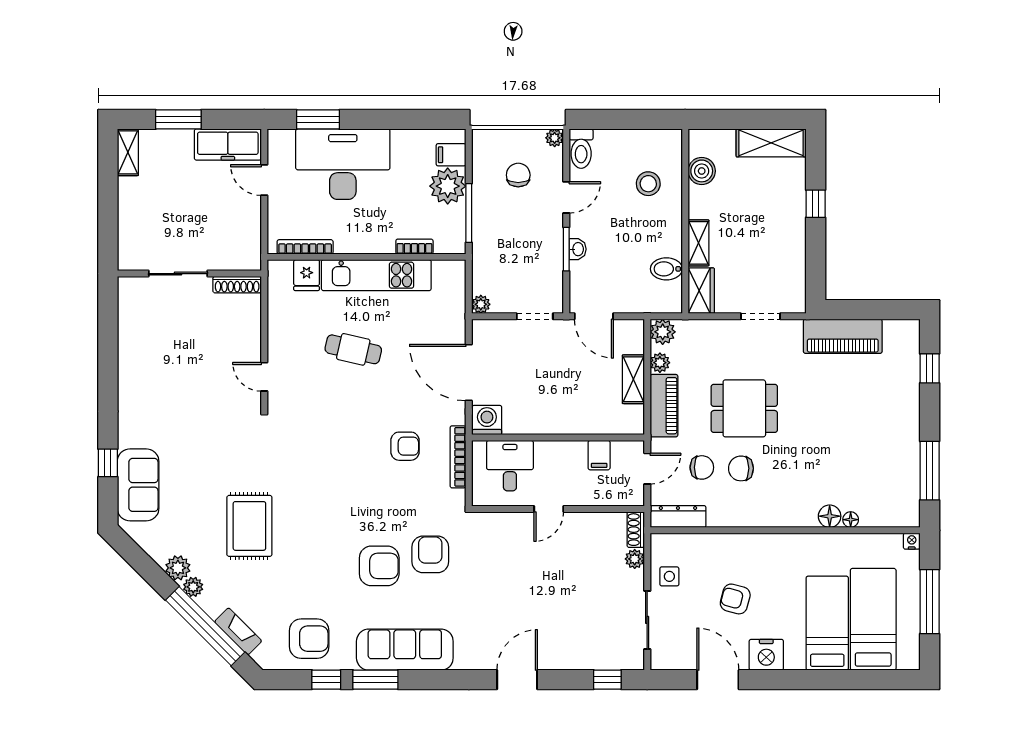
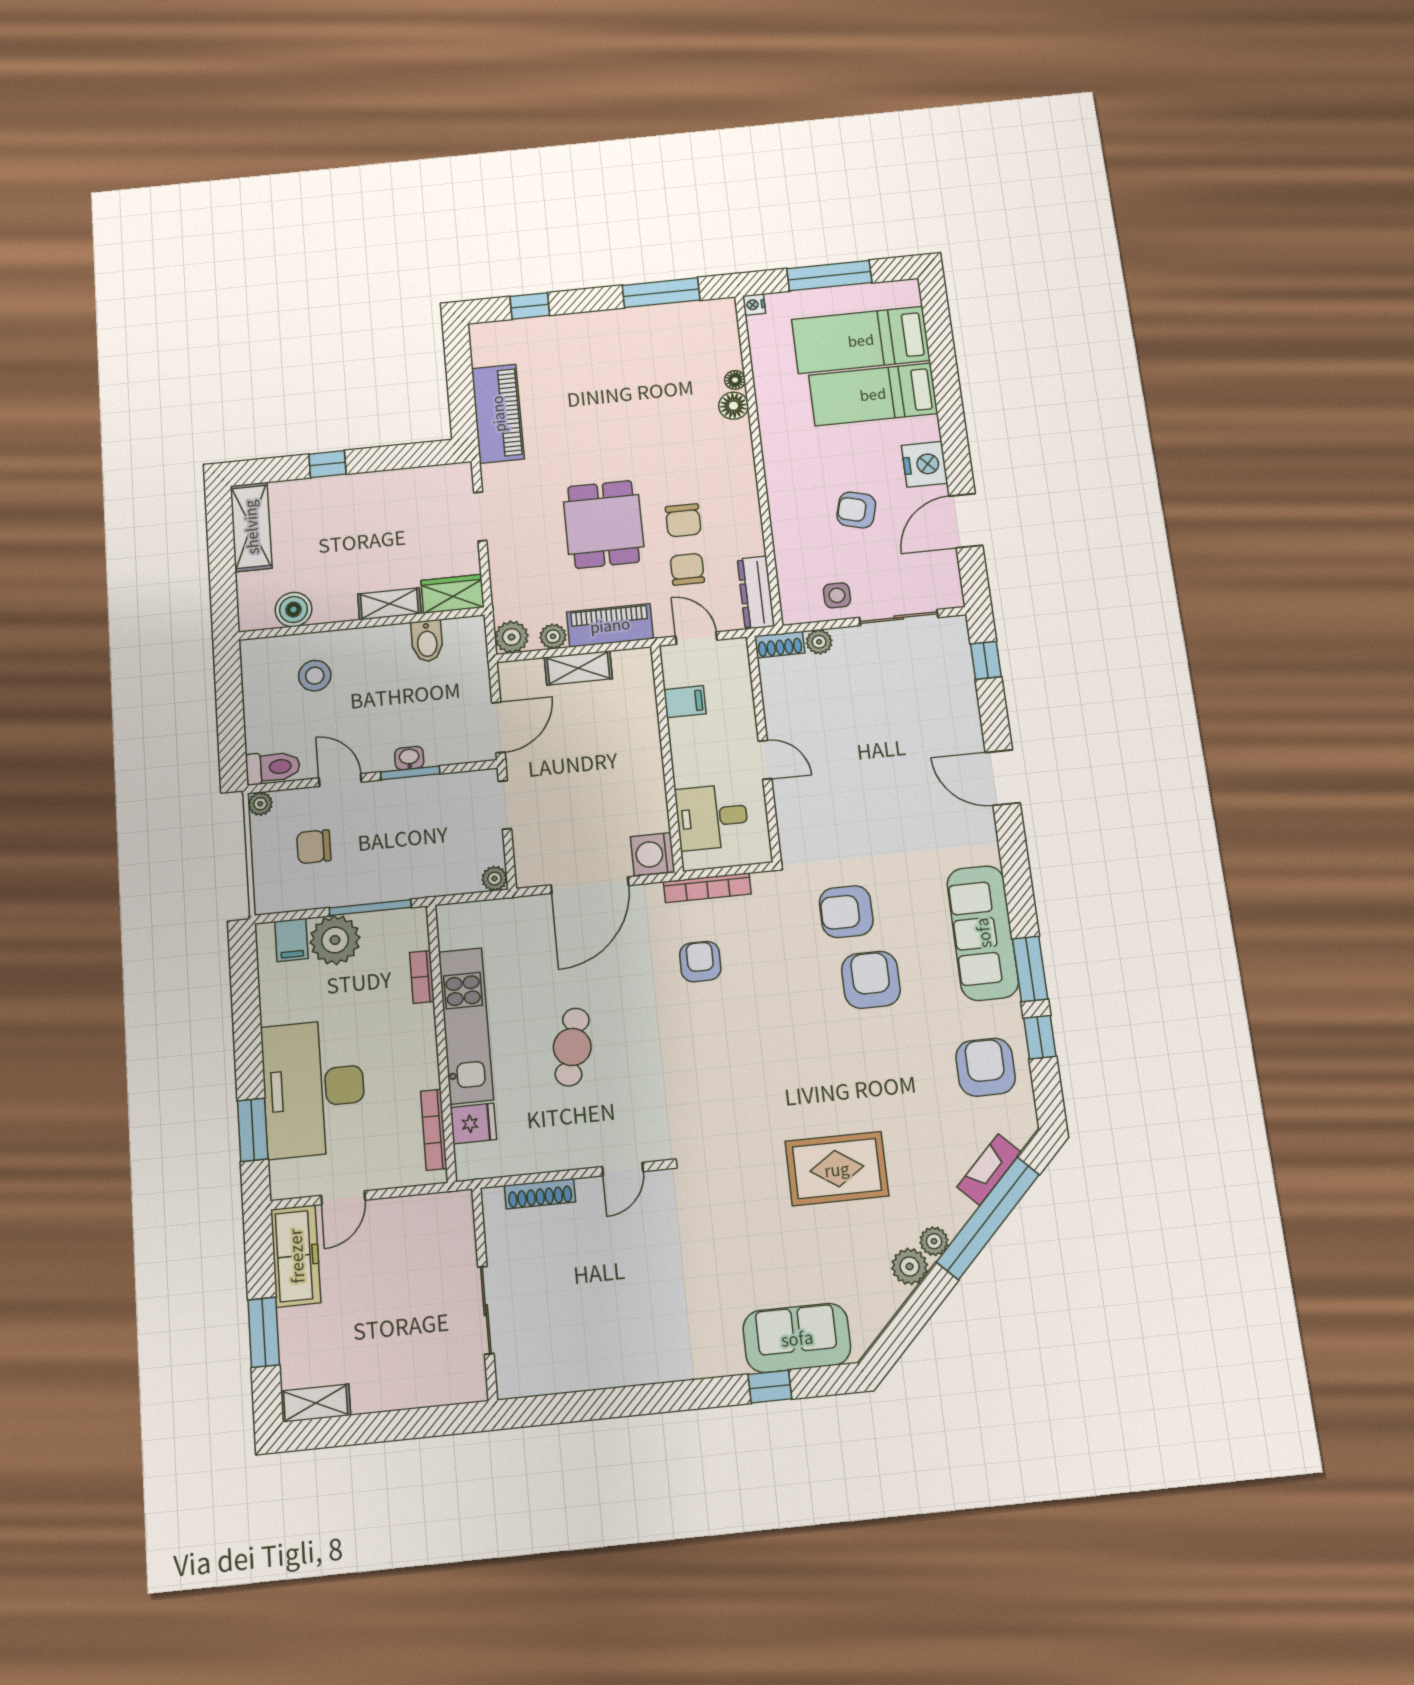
shoe rack: (237, 285) -> (540, 1194), moved, turned 90
armchair: (735, 599) -> (856, 510), turned 90

